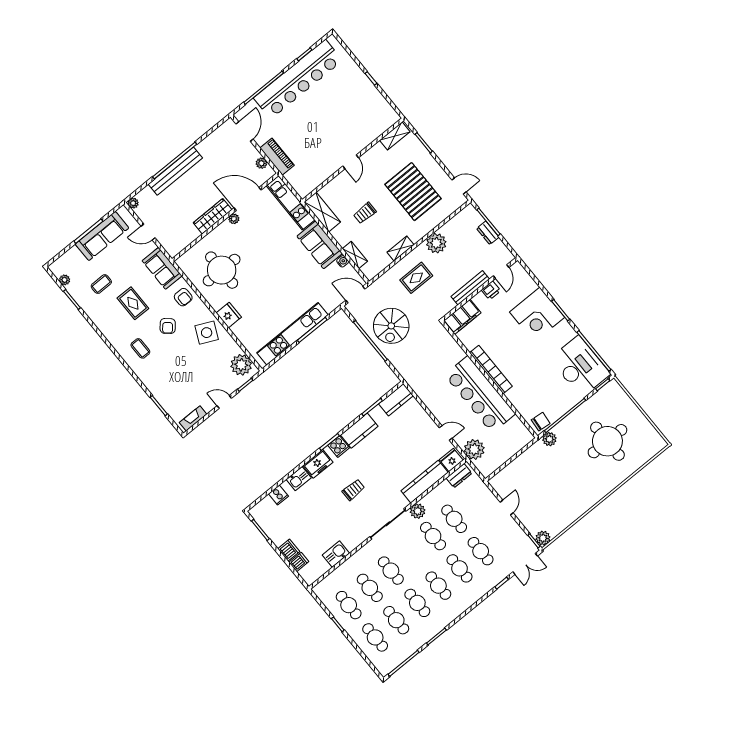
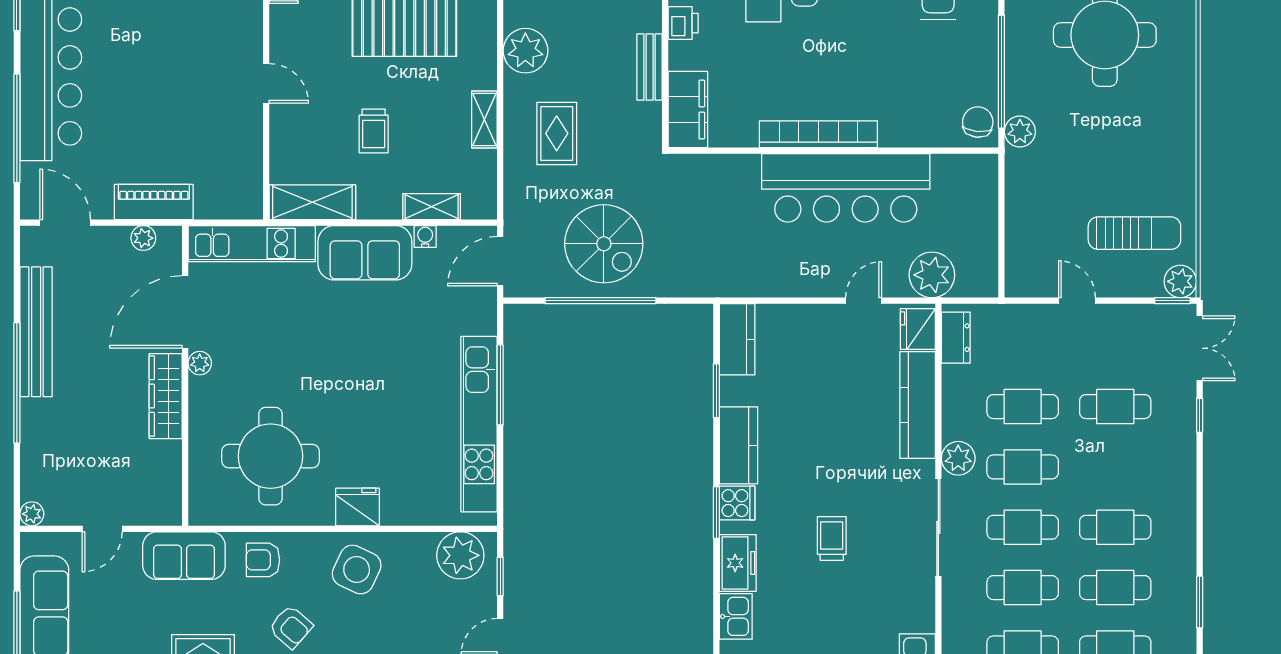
bench: (175, 171) -> (36, 332), moved
bench: (470, 288) -> (650, 67), width x0.73
armchair: (183, 297) -> (263, 560), turned 180
sun lounger: (547, 508) -> (1134, 233), added
cafe table: (459, 568) -> (1023, 527), moved

